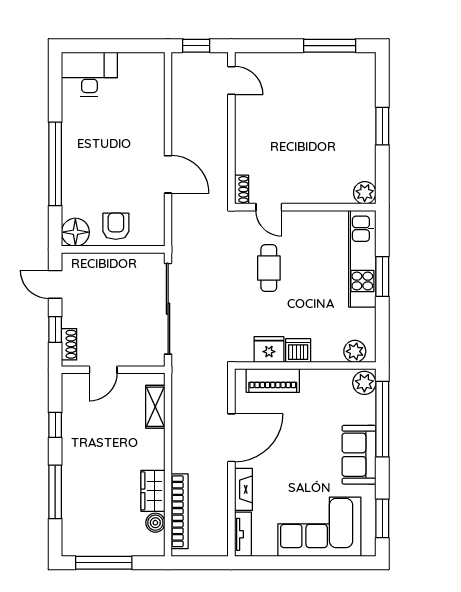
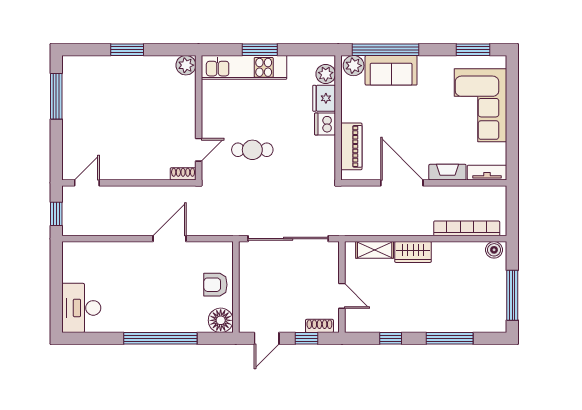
fridge: (269, 349) -> (324, 98), moved
sofa: (359, 455) -> (391, 70), moved
wardrobe: (153, 491) -> (413, 252), moved
boiler: (155, 523) -> (494, 250), moved

